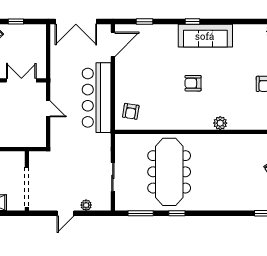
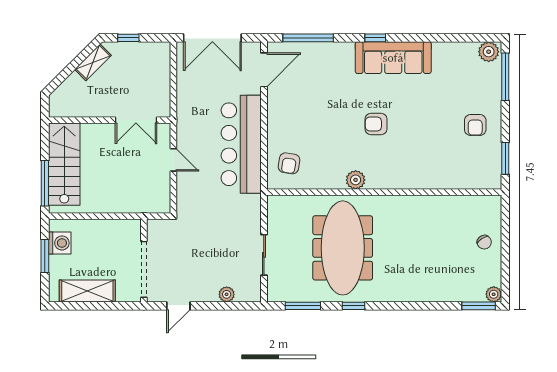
window: (144, 22) -> (308, 38), width x2.17
double door: (21, 80) -> (136, 120), swing flipped
plant: (220, 123) -> (356, 180), moved
door: (65, 213) -> (178, 306), moved

